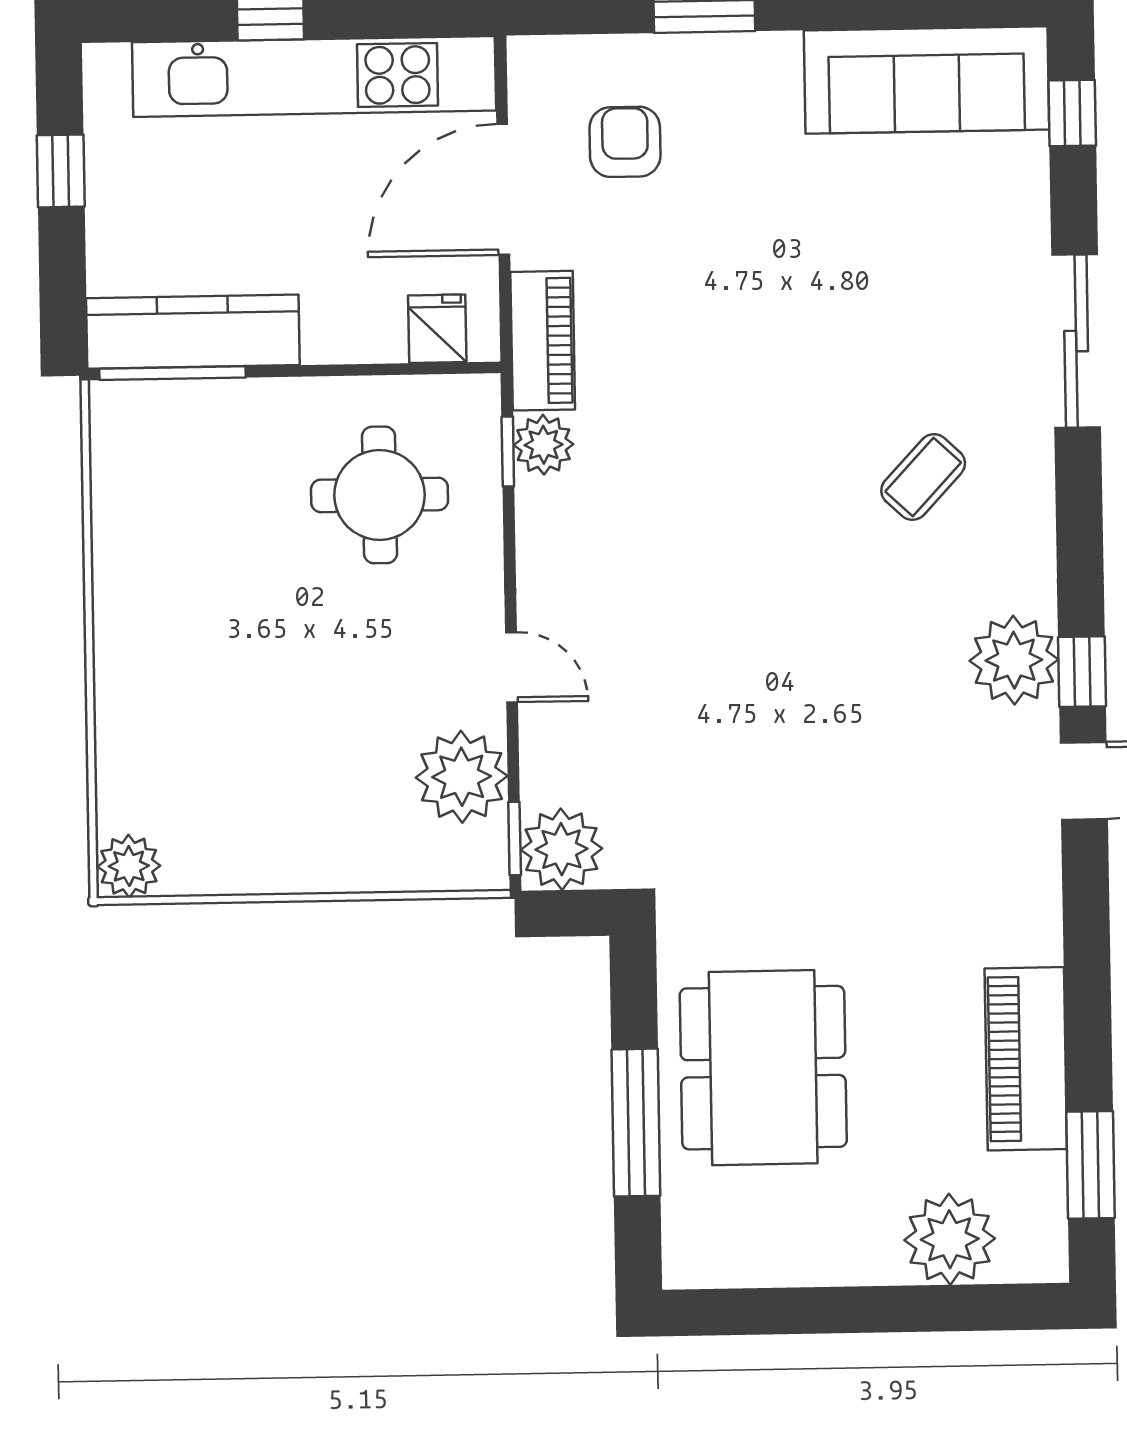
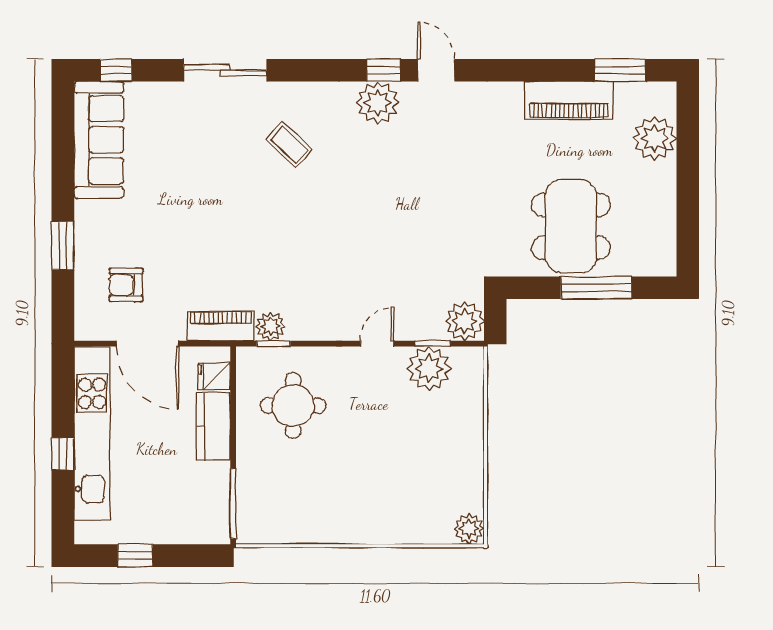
kitchen counter: (193, 332) -> (213, 426), moved, width x0.67
window: (515, 838) -> (433, 344), moved
dining table: (763, 1068) -> (571, 226), turned 90

